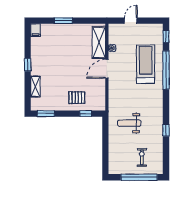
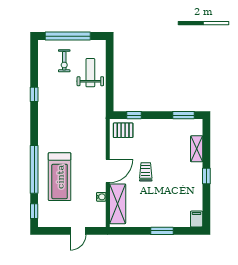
trolley: (76, 68) -> (146, 172), added
pallet: (77, 98) -> (123, 130), moved
weight bench: (129, 123) -> (90, 73), moved, turned -90

